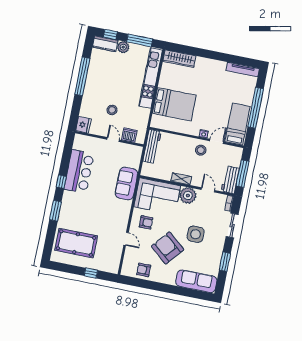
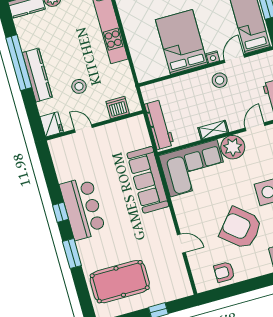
kitchen counter: (90, 90) -> (37, 75), added
bed: (174, 104) -> (182, 42), moved, turned -90
door: (113, 140) -> (83, 128), moved
workbench: (152, 146) -> (159, 125), moved
bar counter: (79, 171) -> (83, 208), moved
sofa: (126, 183) -> (148, 180), width x1.36
door: (208, 190) -> (255, 127), hinge flipped
armchair: (146, 222) -> (196, 209), removed

